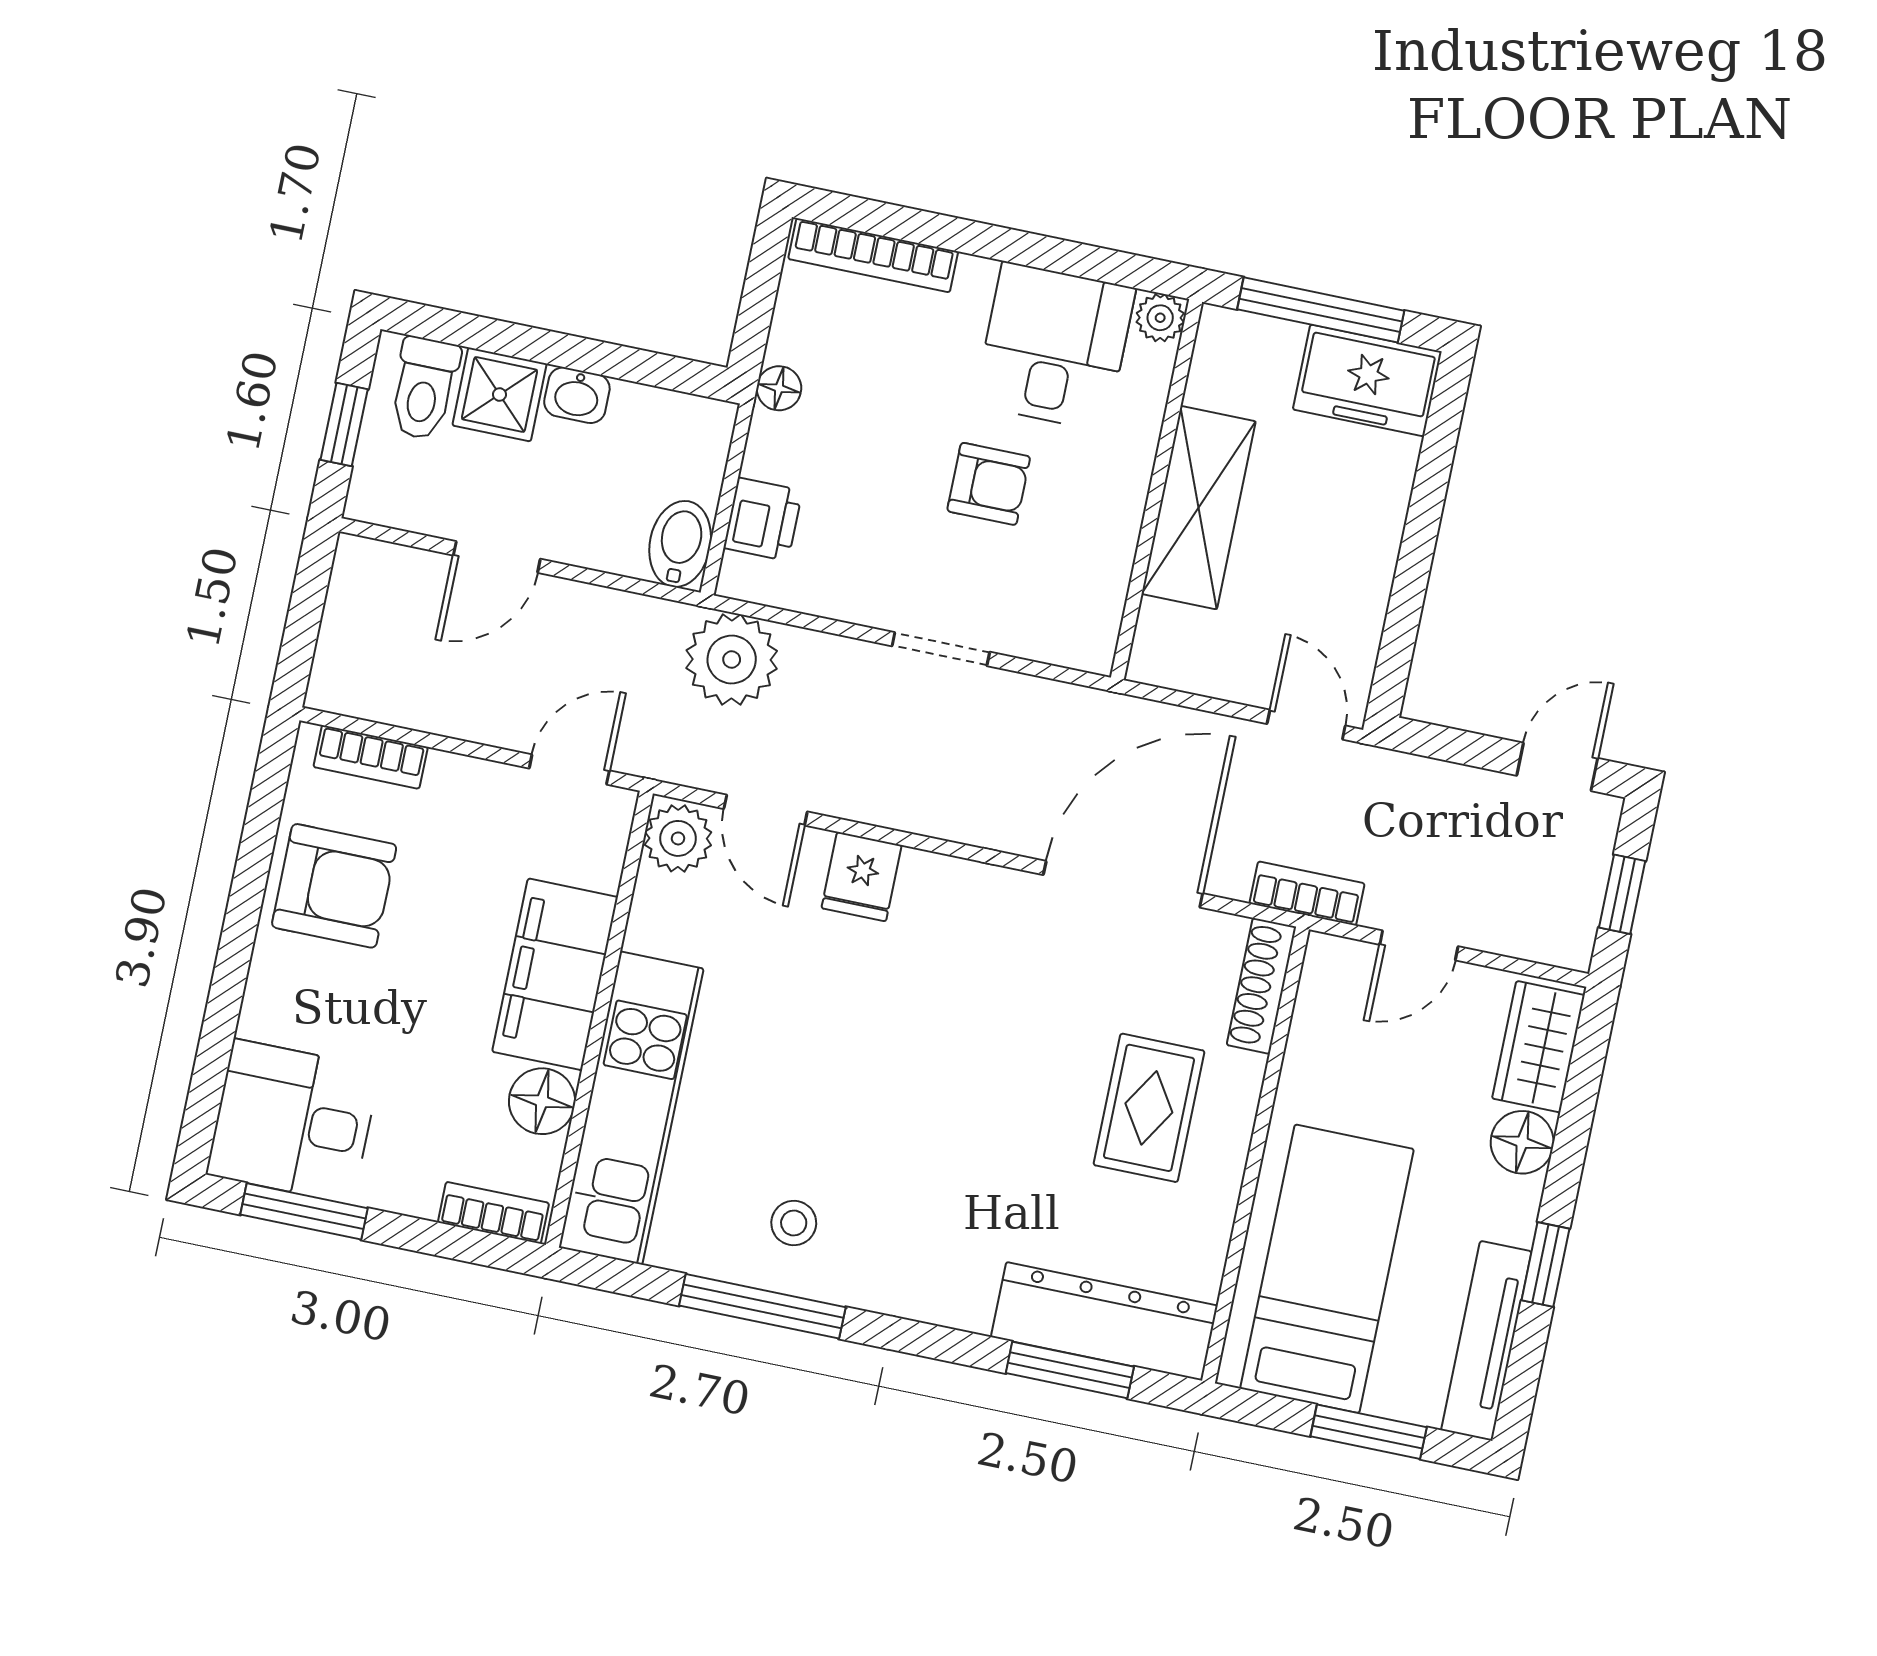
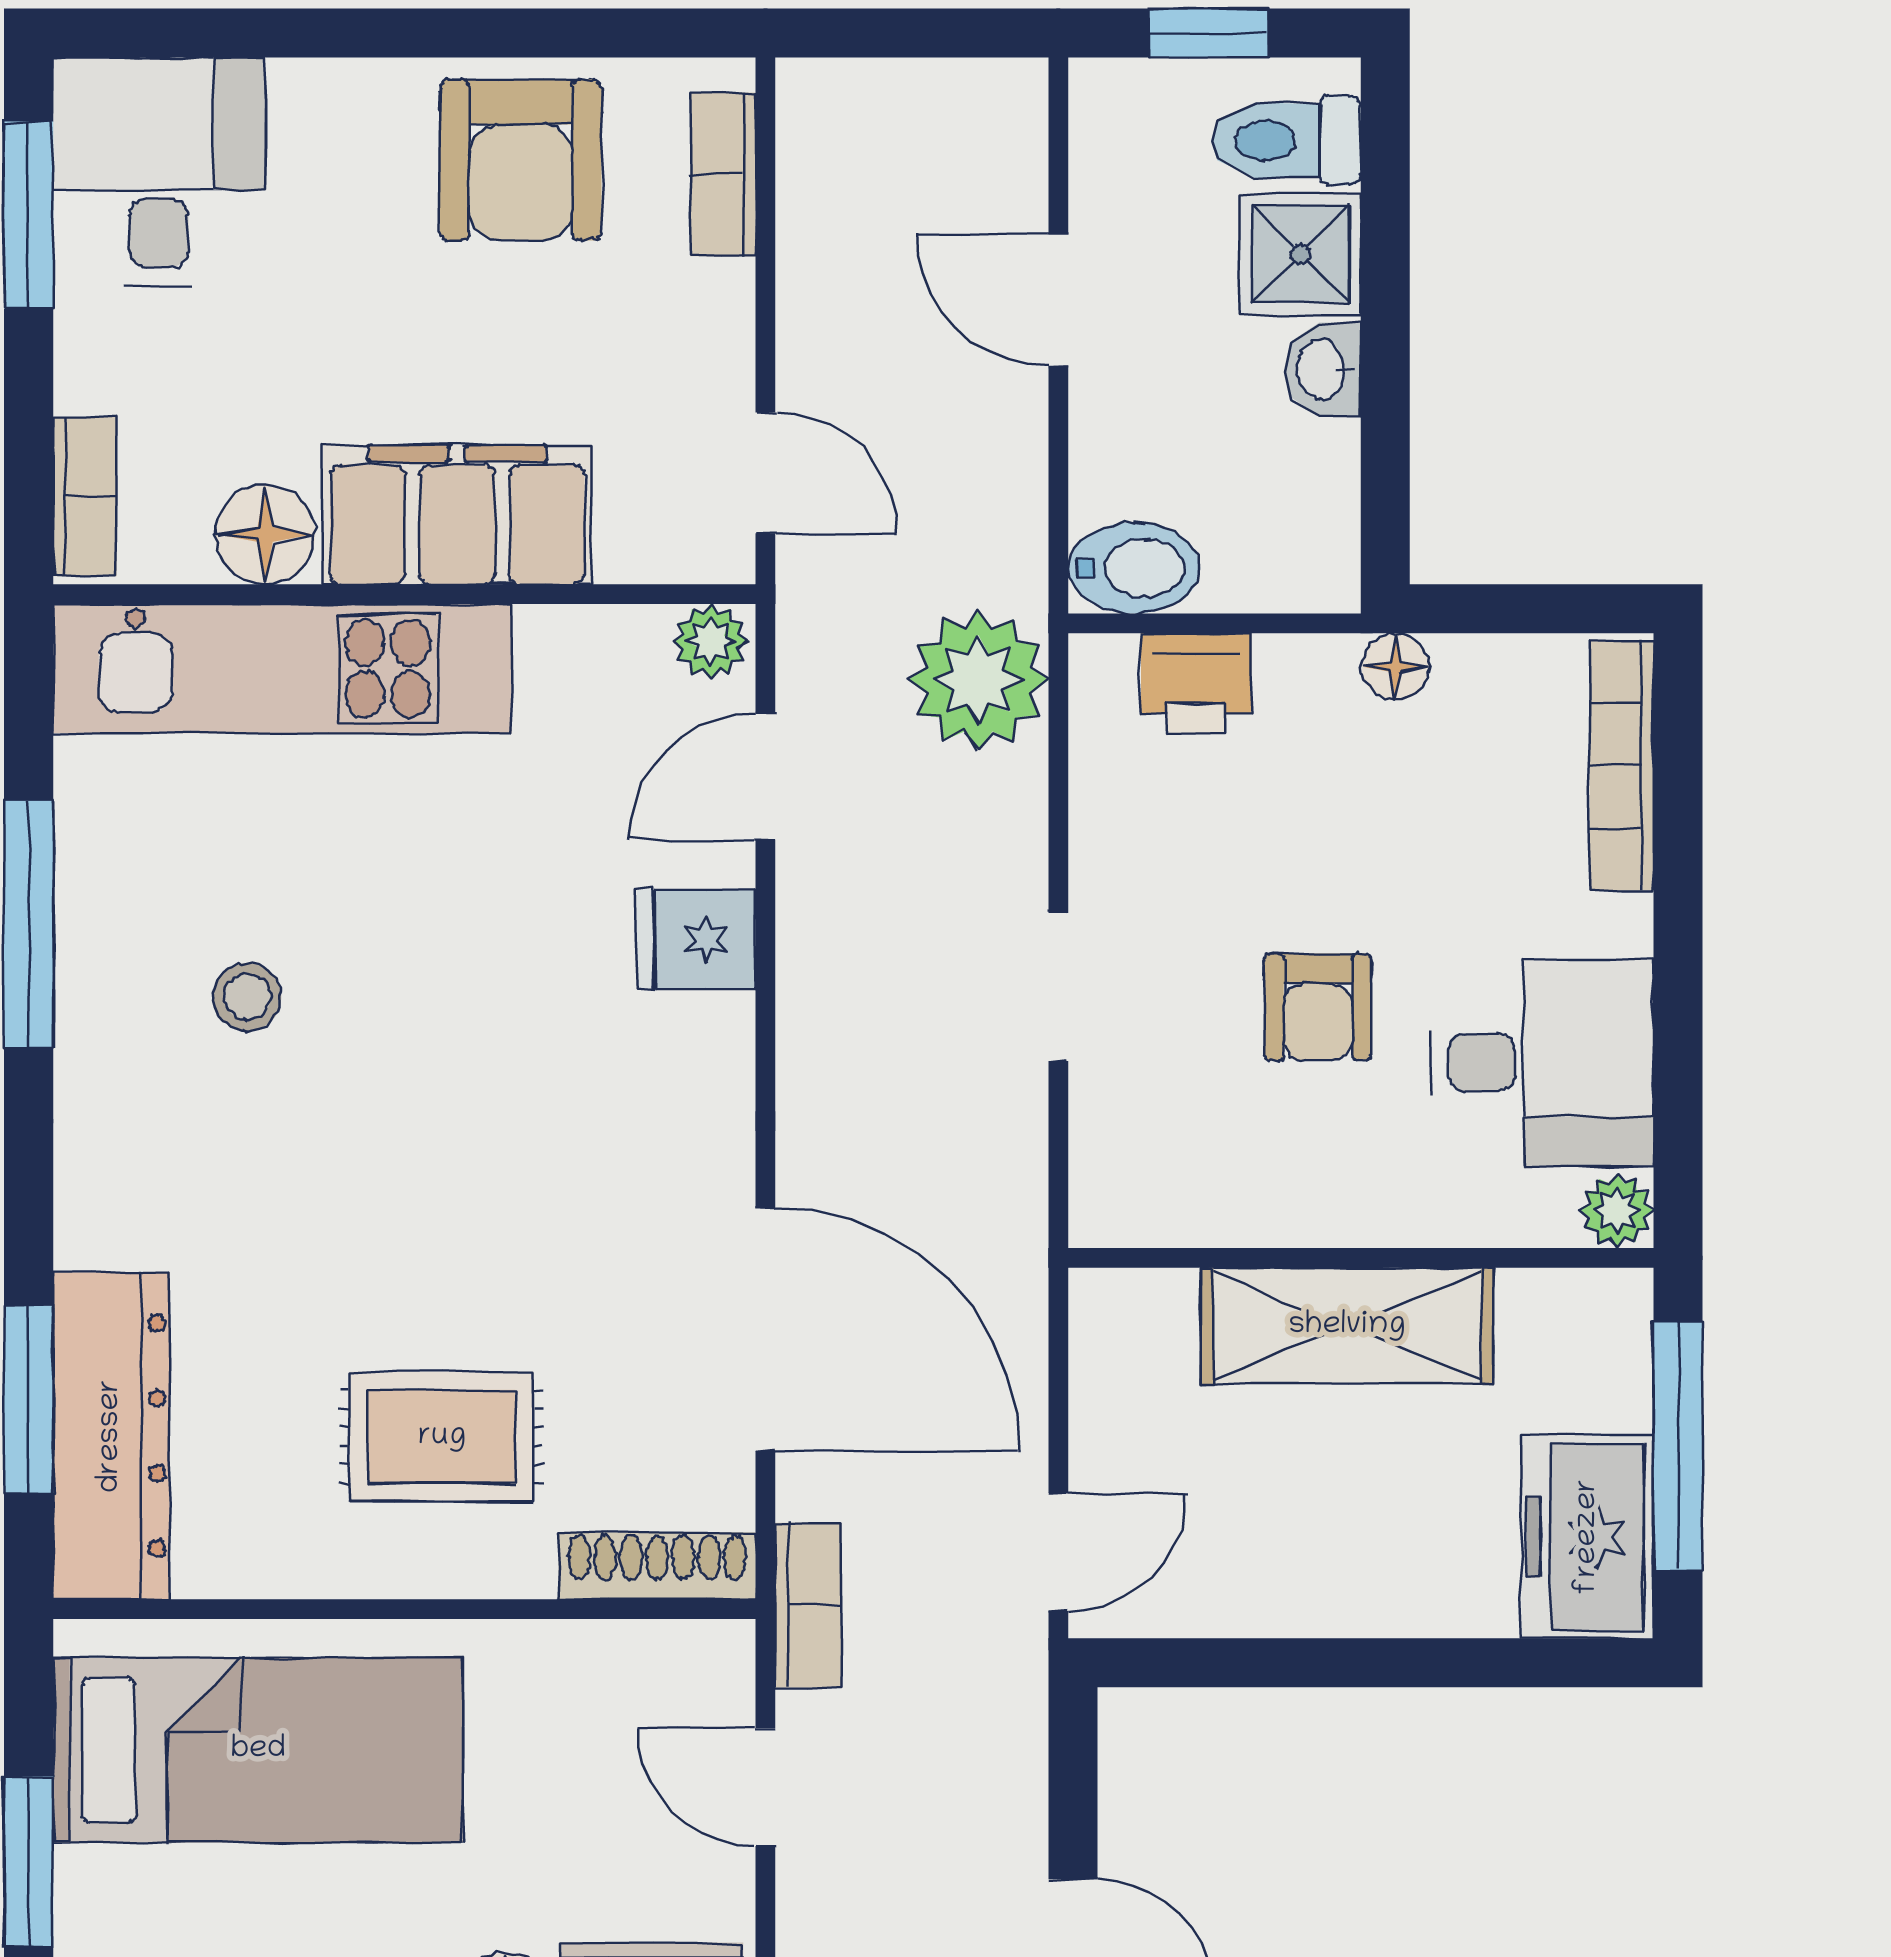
plant: (678, 838) -> (711, 641), width x0.73, depth x0.73
stool: (794, 1223) -> (247, 997), moved

